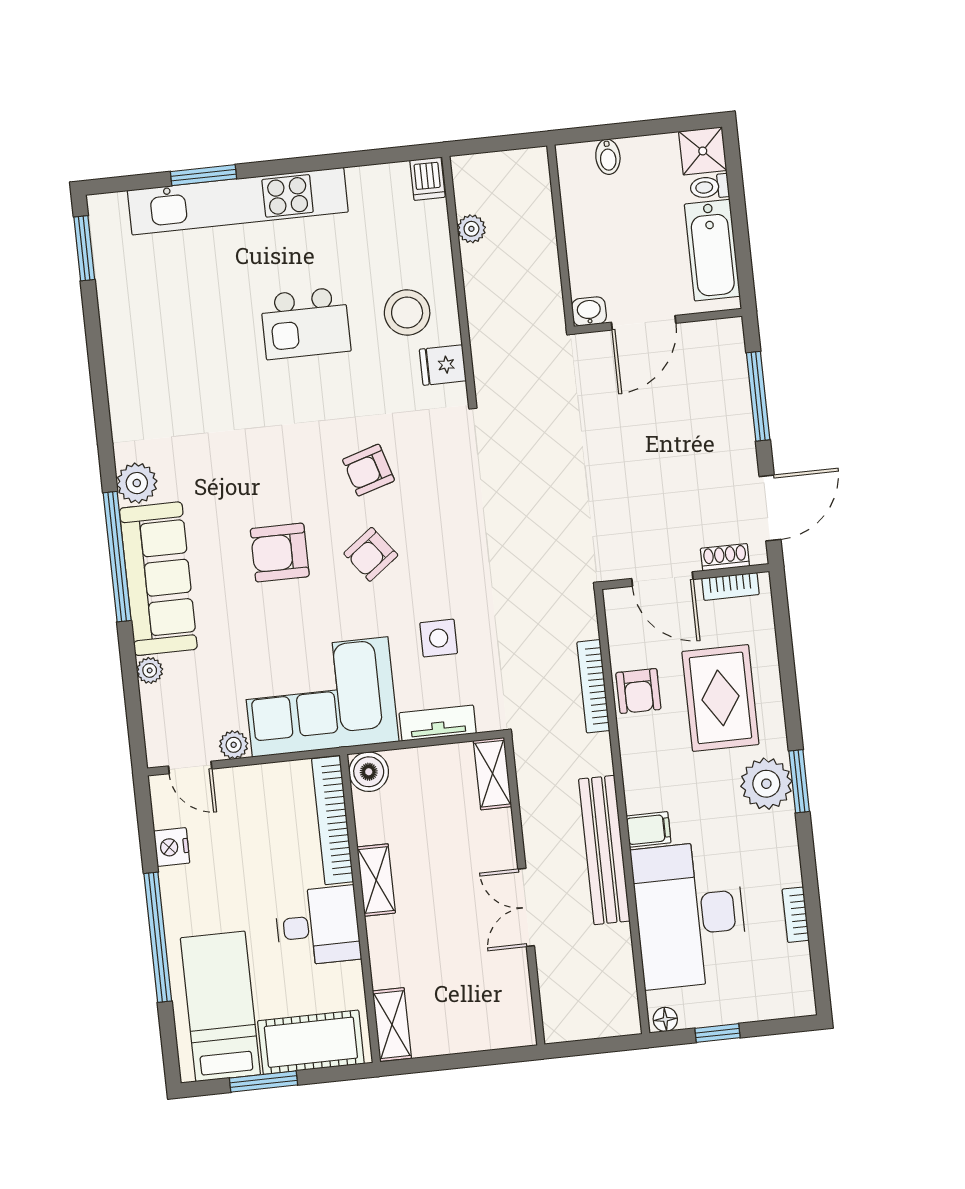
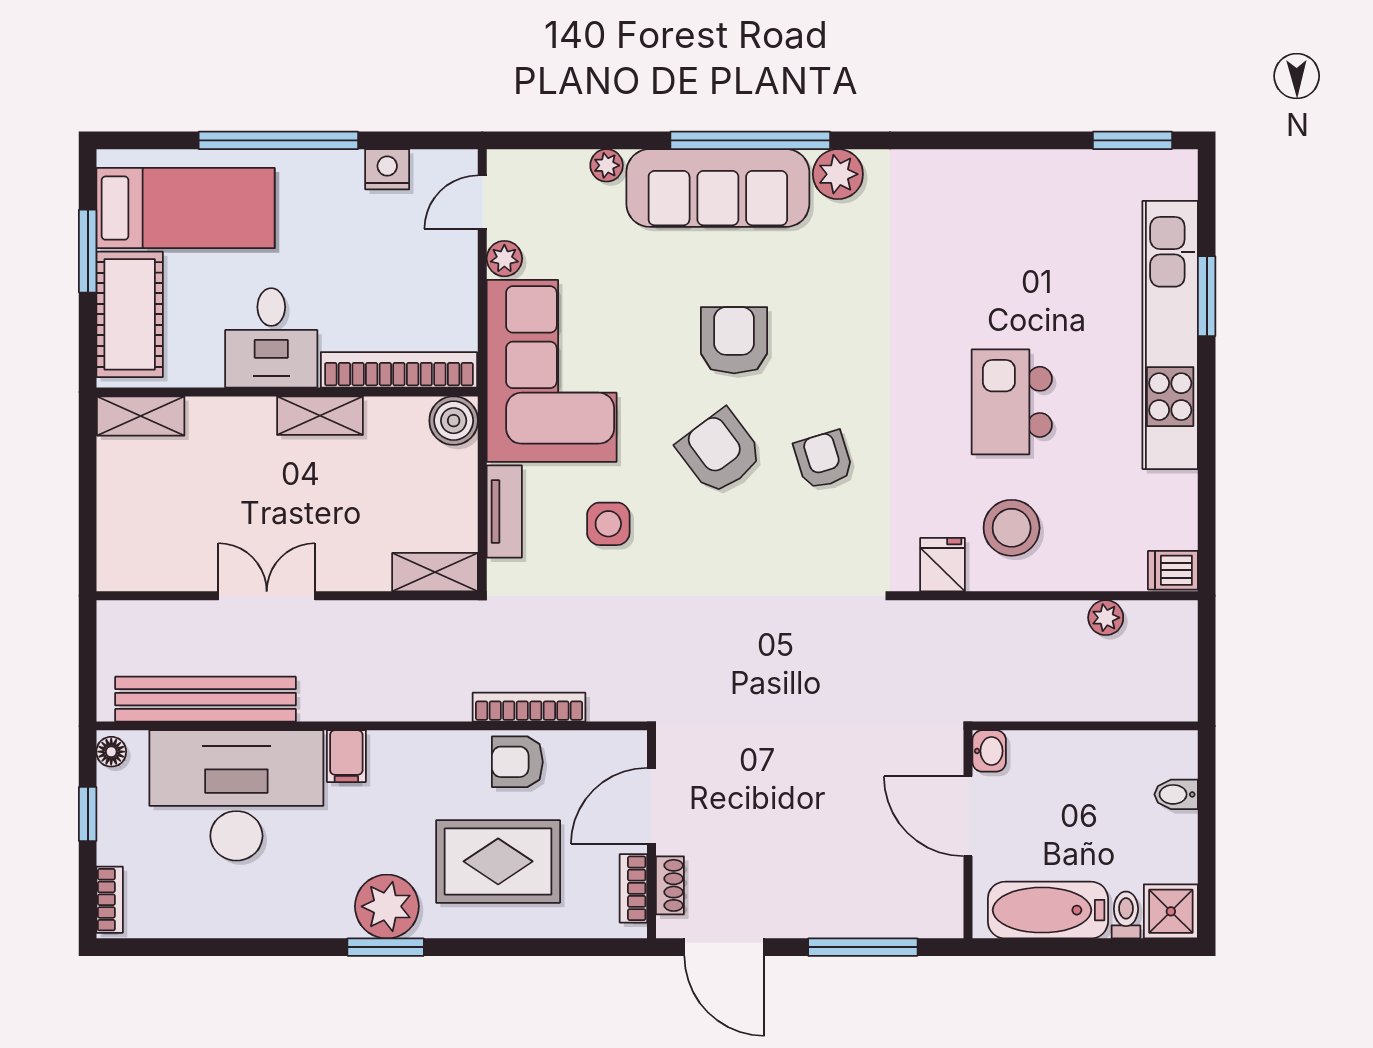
armchair: (371, 554) -> (720, 452), width x1.38, depth x1.38
bench: (604, 850) -> (205, 699), moved
bookcase: (796, 915) -> (110, 900), moved, turned 90

